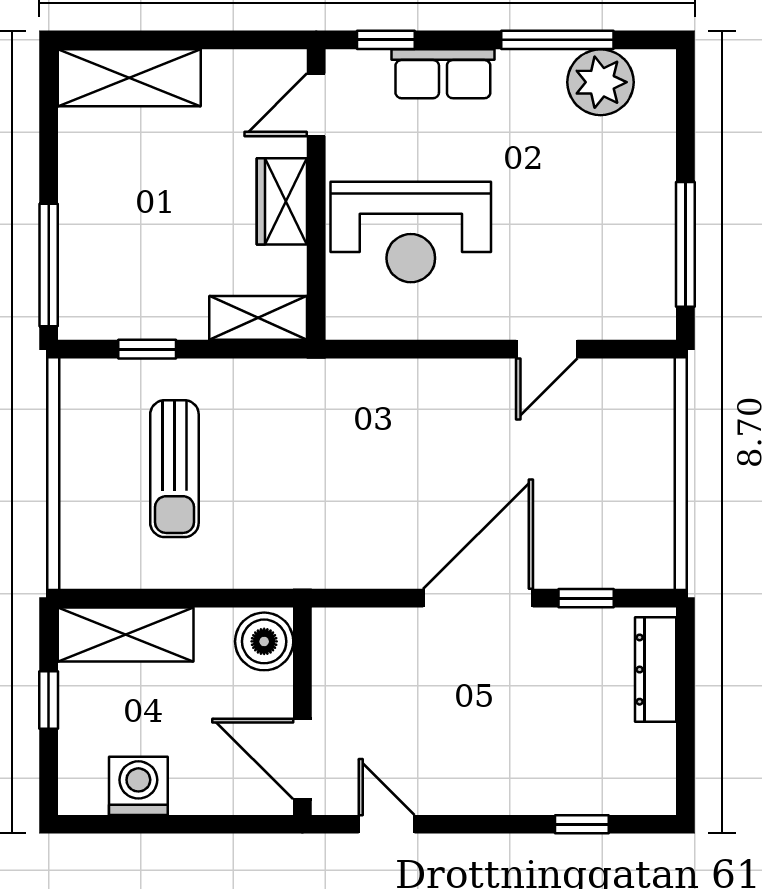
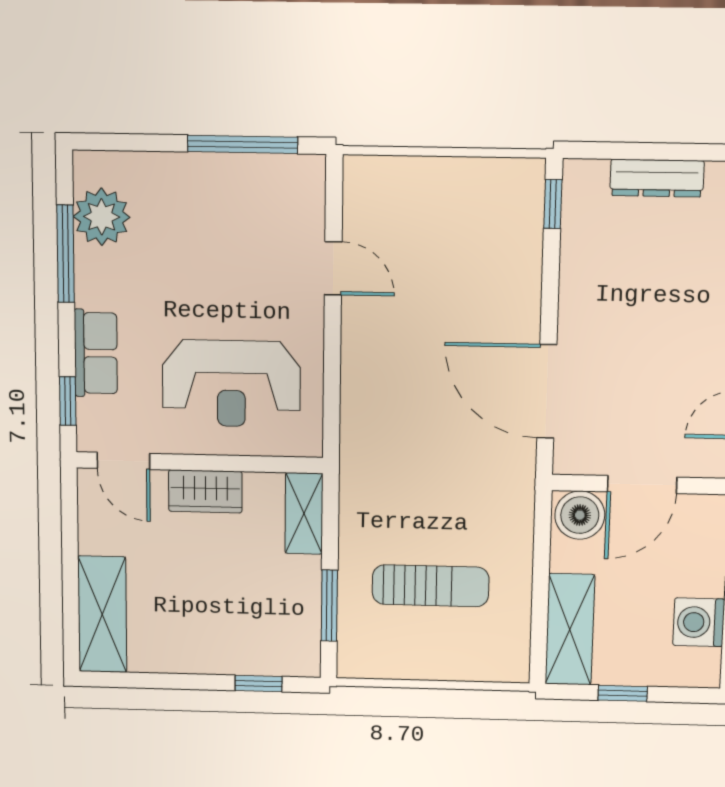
reception desk: (411, 232) -> (231, 383), turned 90
window: (49, 265) -> (259, 684), width x0.46
window: (147, 349) -> (329, 606), width x1.50
door: (478, 598) -> (547, 391), moved
window: (586, 598) -> (553, 204), moved
dresser: (656, 670) -> (657, 178), moved
door: (302, 759) -> (642, 484), moved

